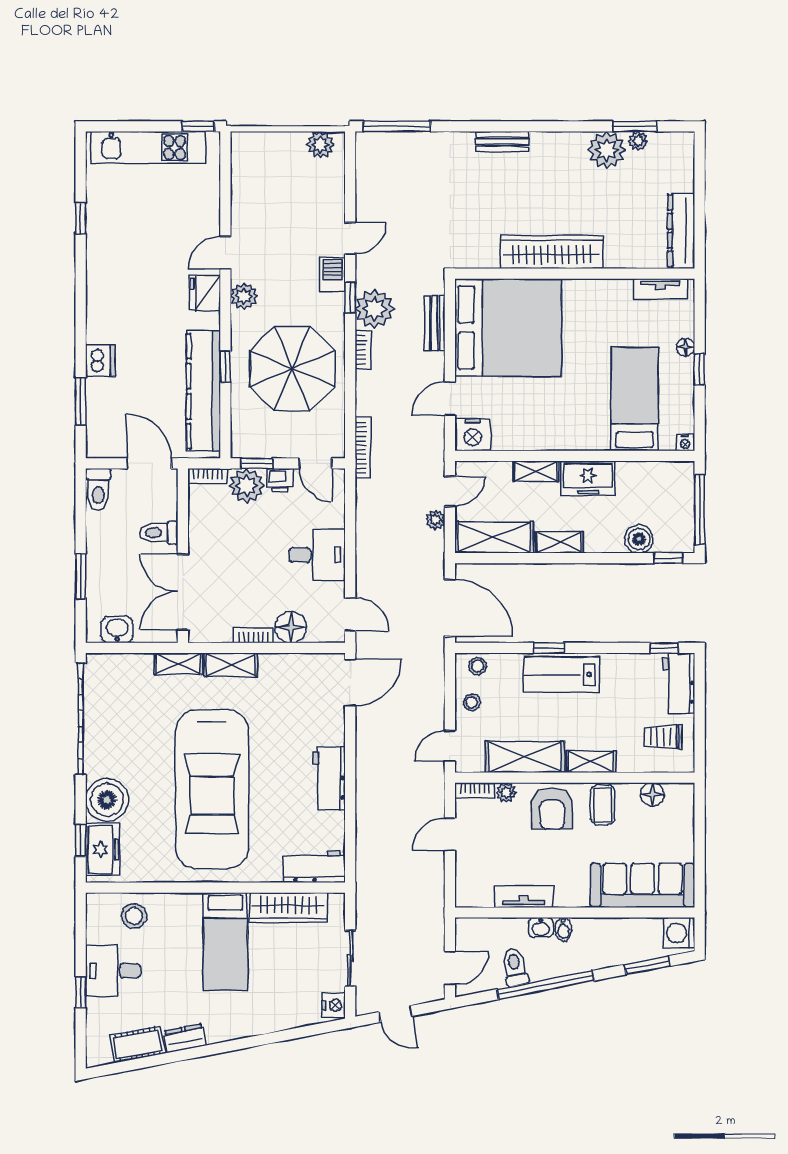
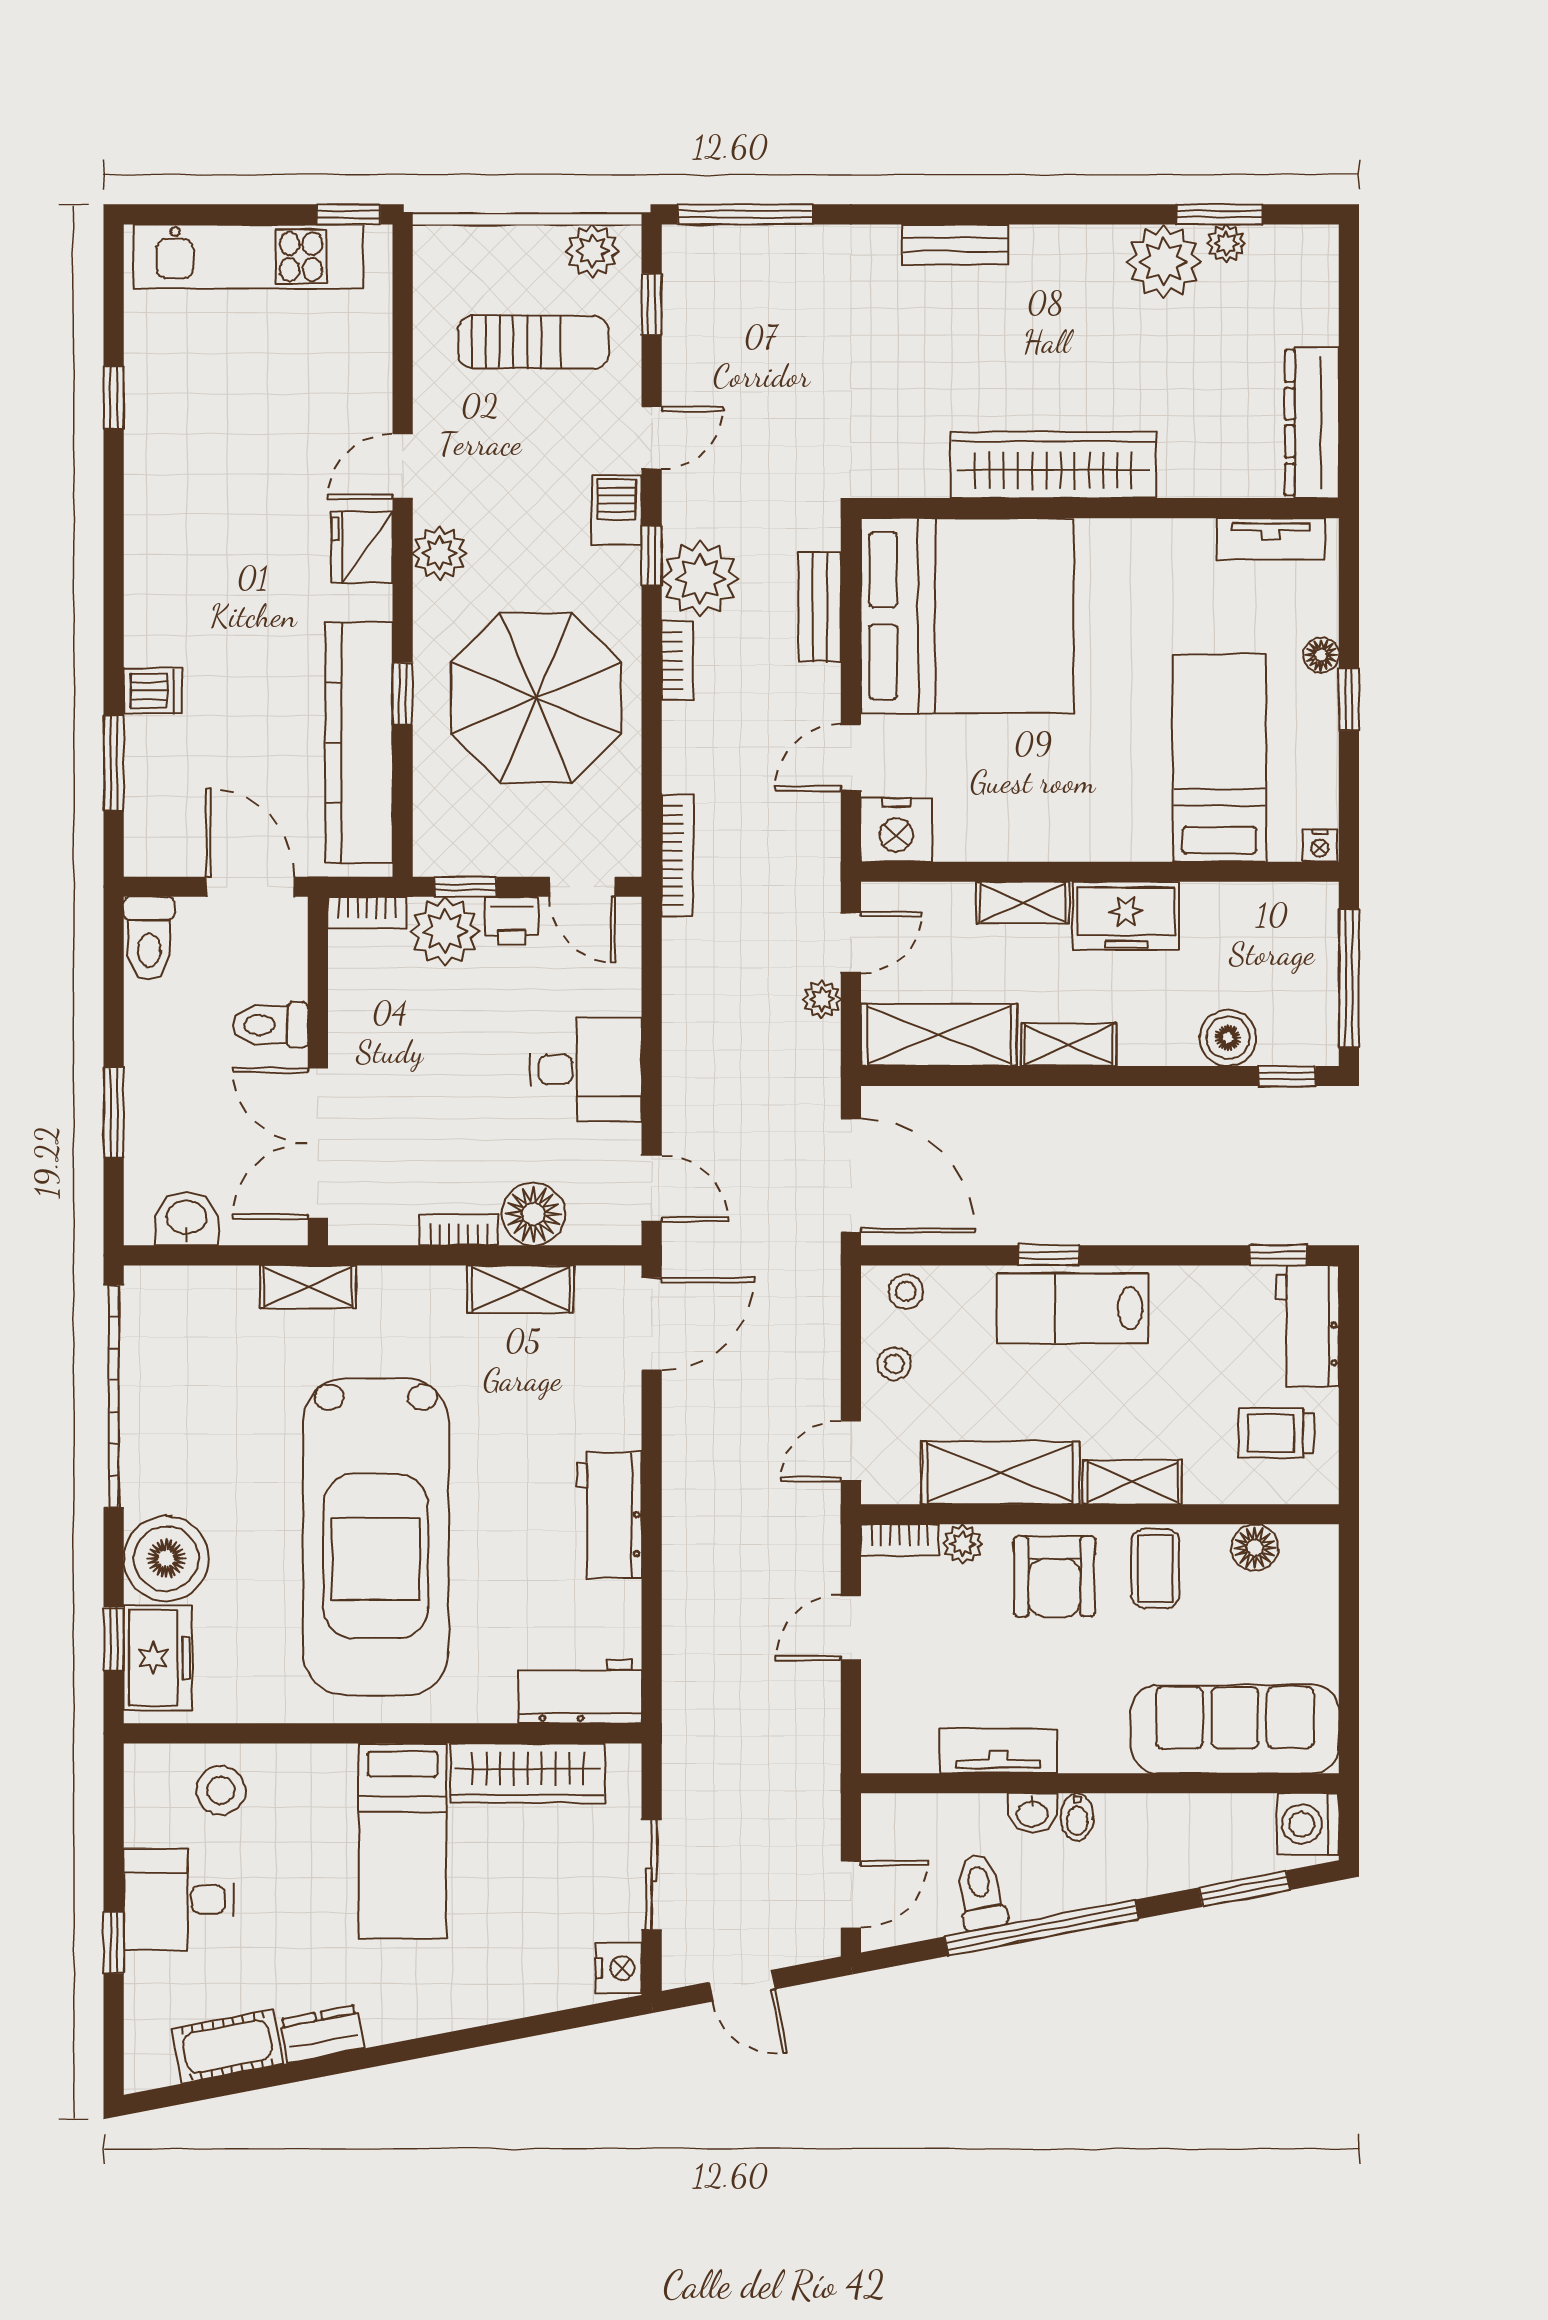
window: (350, 171) -> (652, 304), added
sun lounger: (291, 190) -> (533, 342), added
dishwasher: (100, 361) -> (153, 691), width x0.73
shelving: (231, 665) -> (521, 1289), moved

